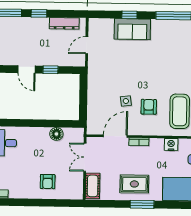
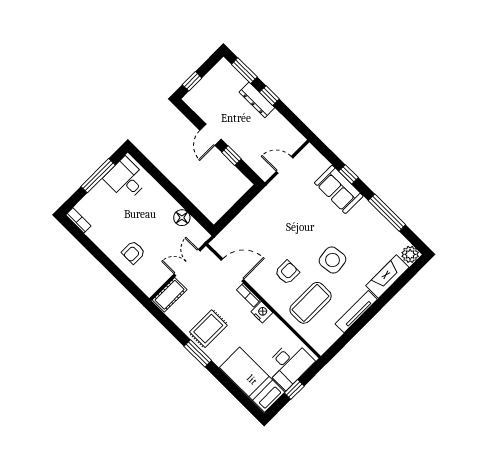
dresser: (64, 23) -> (257, 100), moved
side table: (126, 101) -> (332, 260), moved, width x1.87, depth x1.87
nightstand: (171, 144) -> (262, 312), moved
rug: (134, 184) -> (208, 329), turned 90

